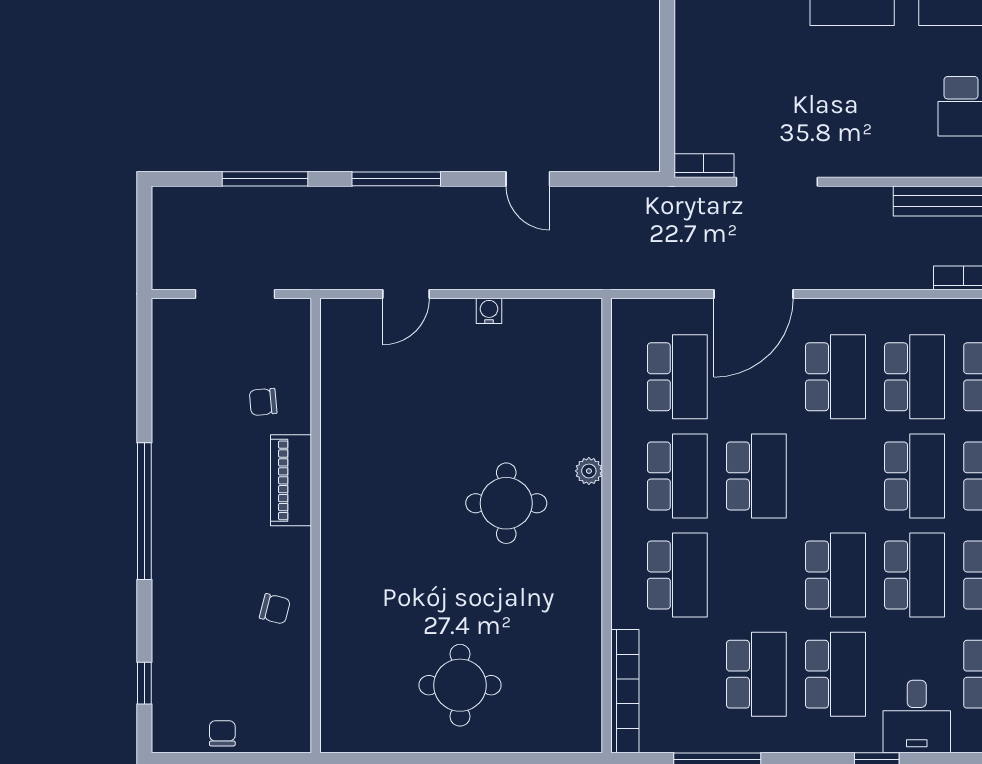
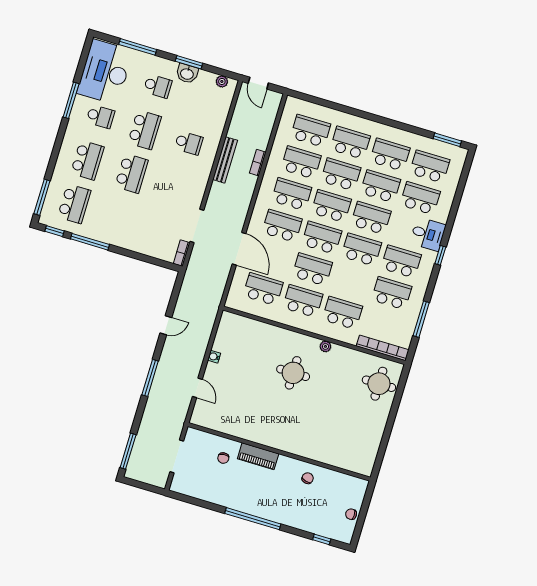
window: (265, 179) -> (128, 451), moved
plant: (589, 471) -> (325, 346), moved
school desk: (835, 476) -> (322, 238), added
round table: (460, 685) -> (379, 384), moved

